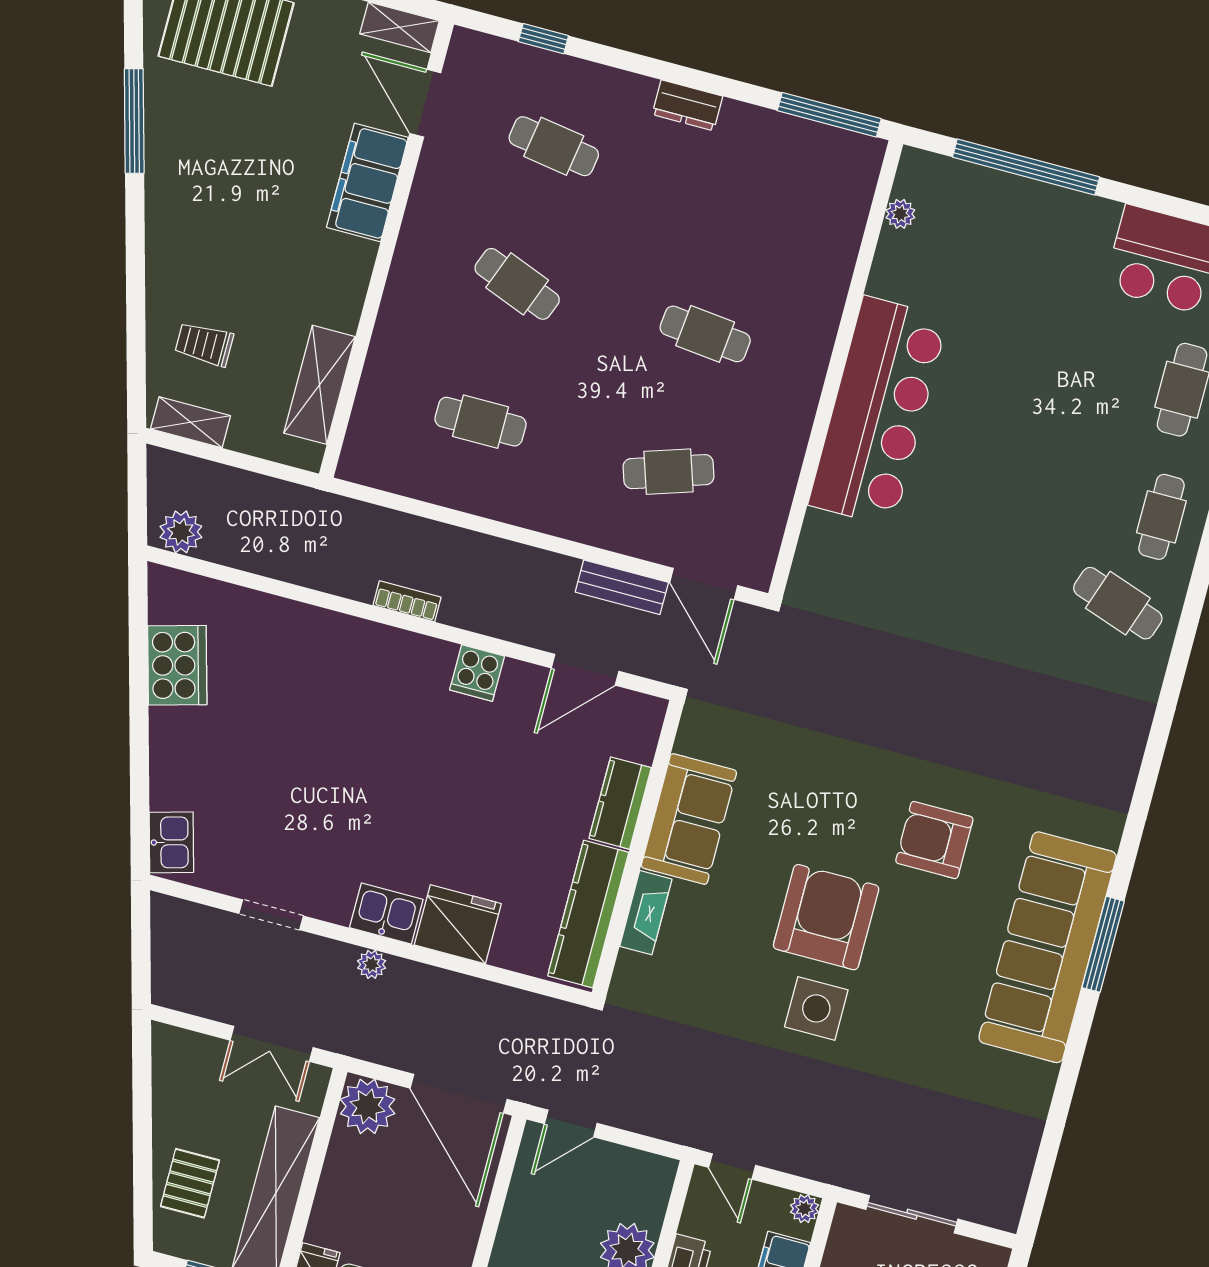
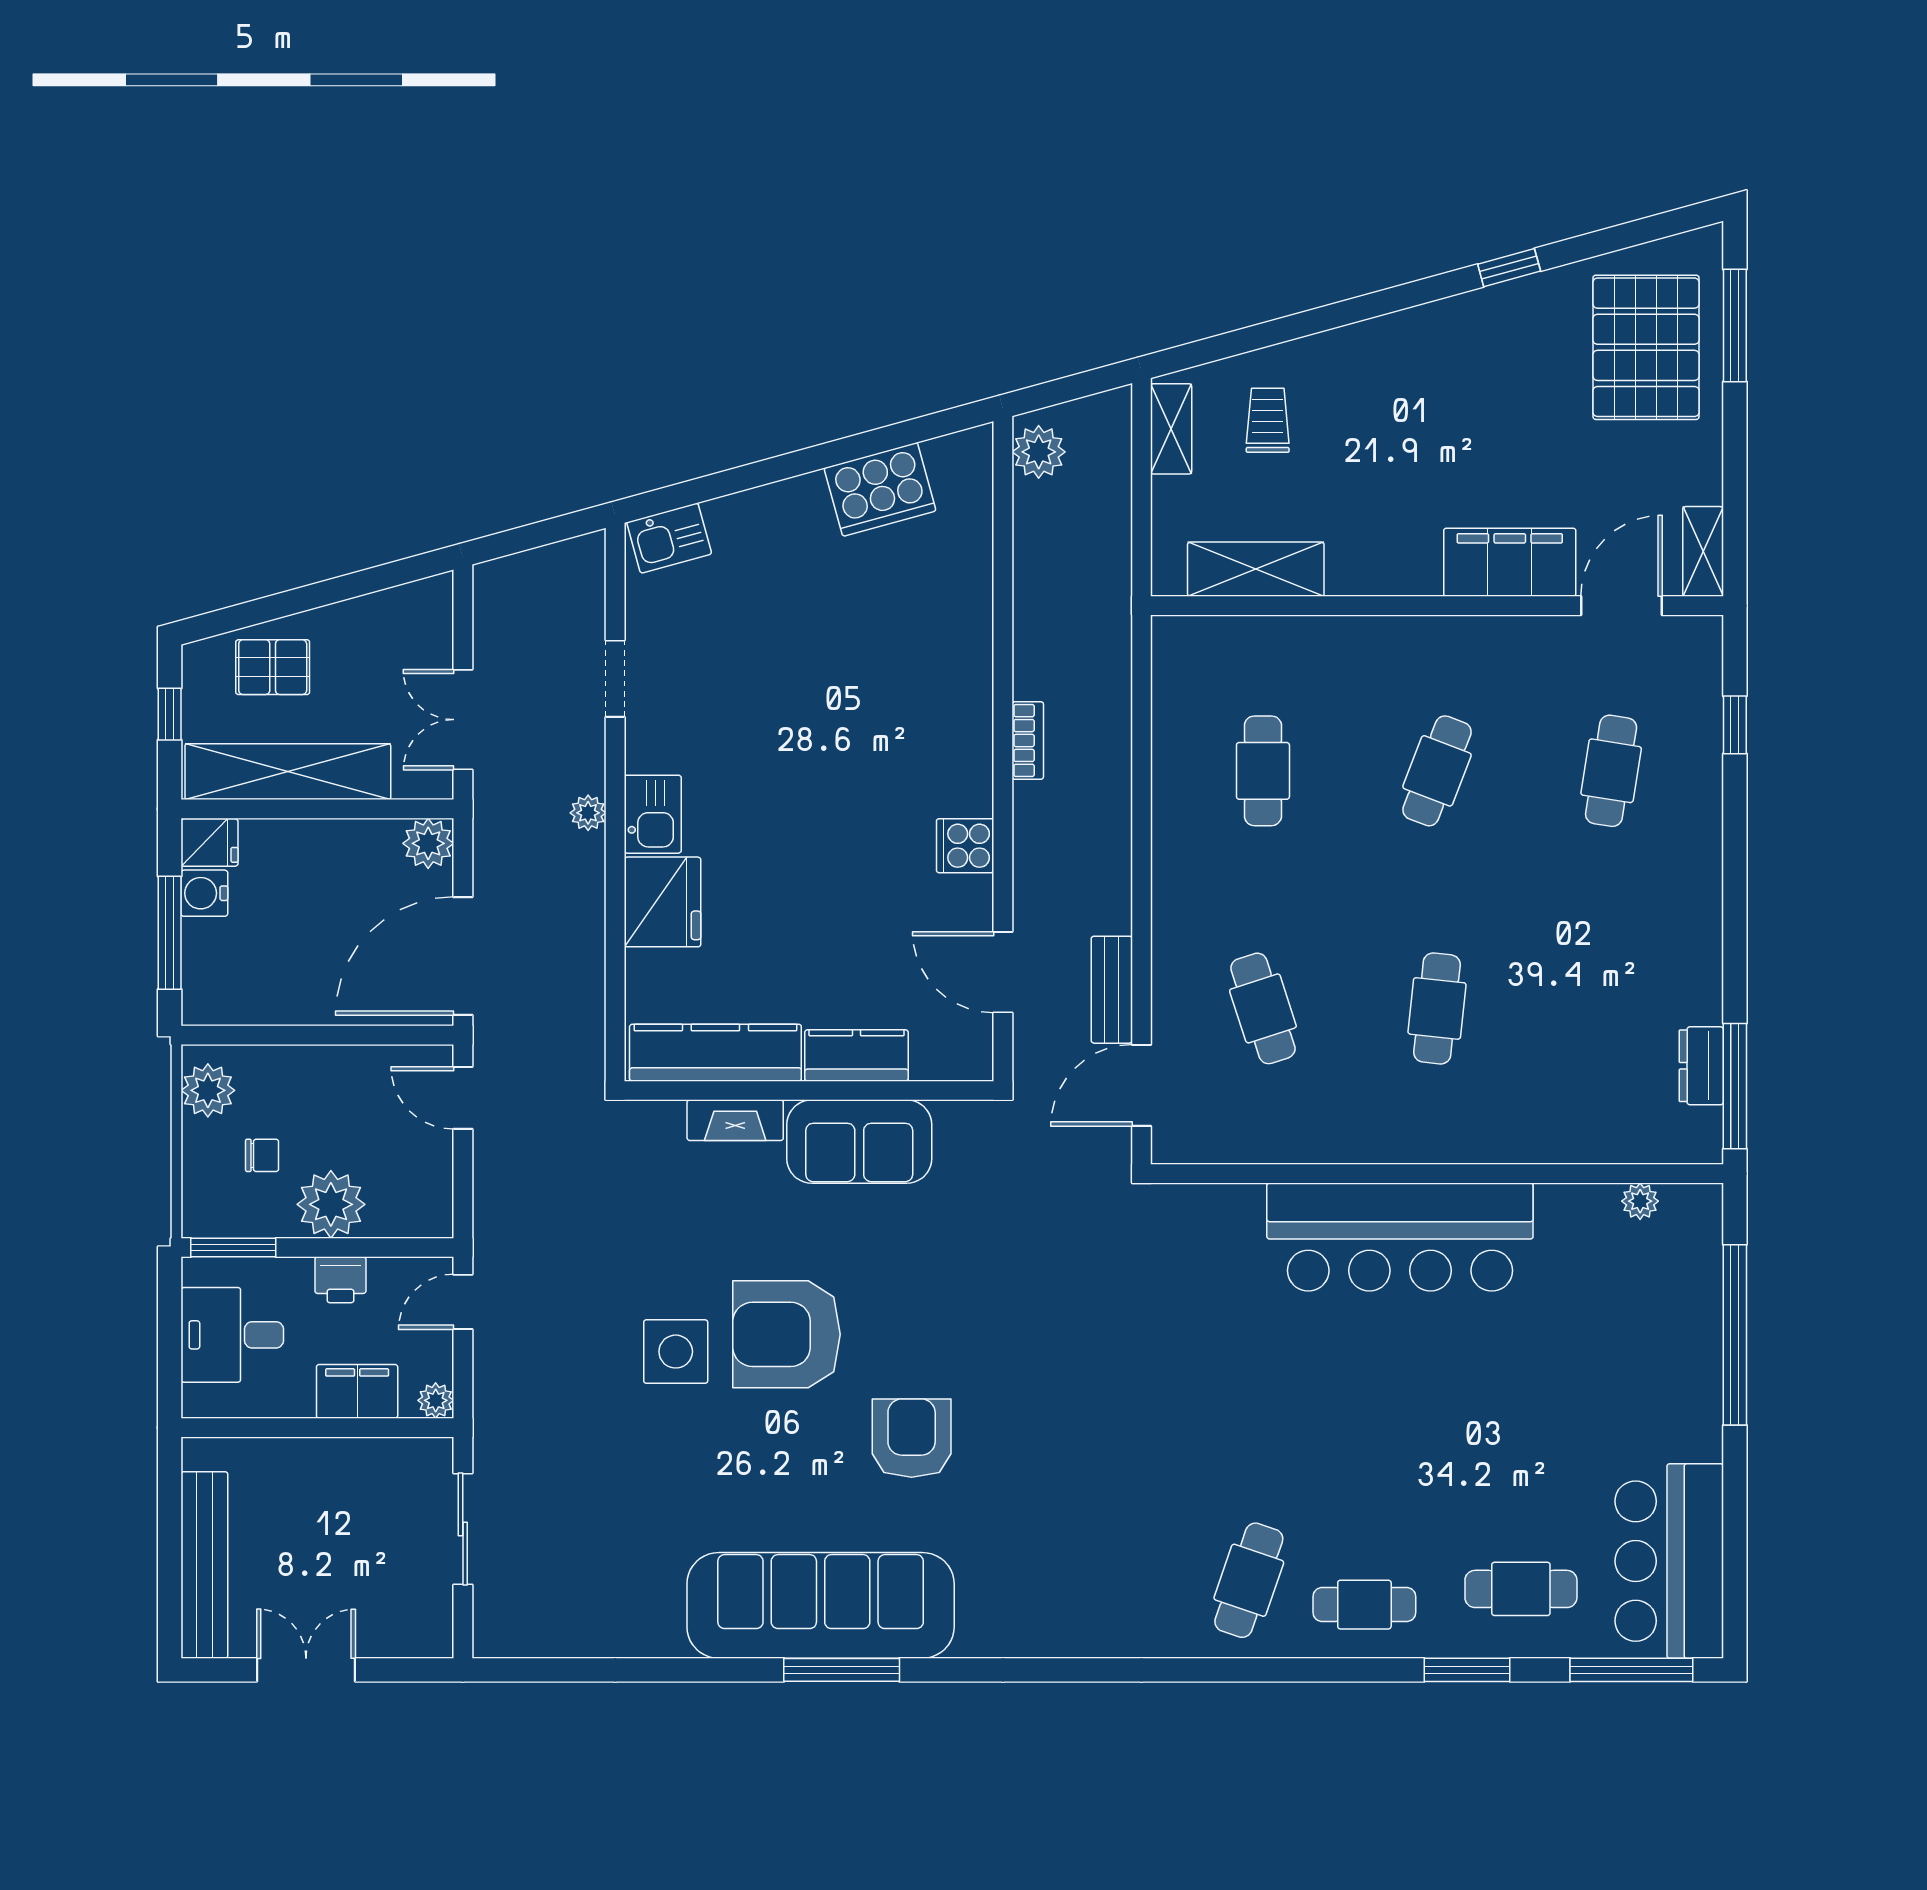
dresser: (687, 105) -> (1701, 1066), moved
window: (134, 121) -> (1509, 268), width x0.46
armchair: (826, 917) -> (787, 1334), turned 180
plant: (368, 1106) -> (428, 843), width x0.73, depth x0.73

